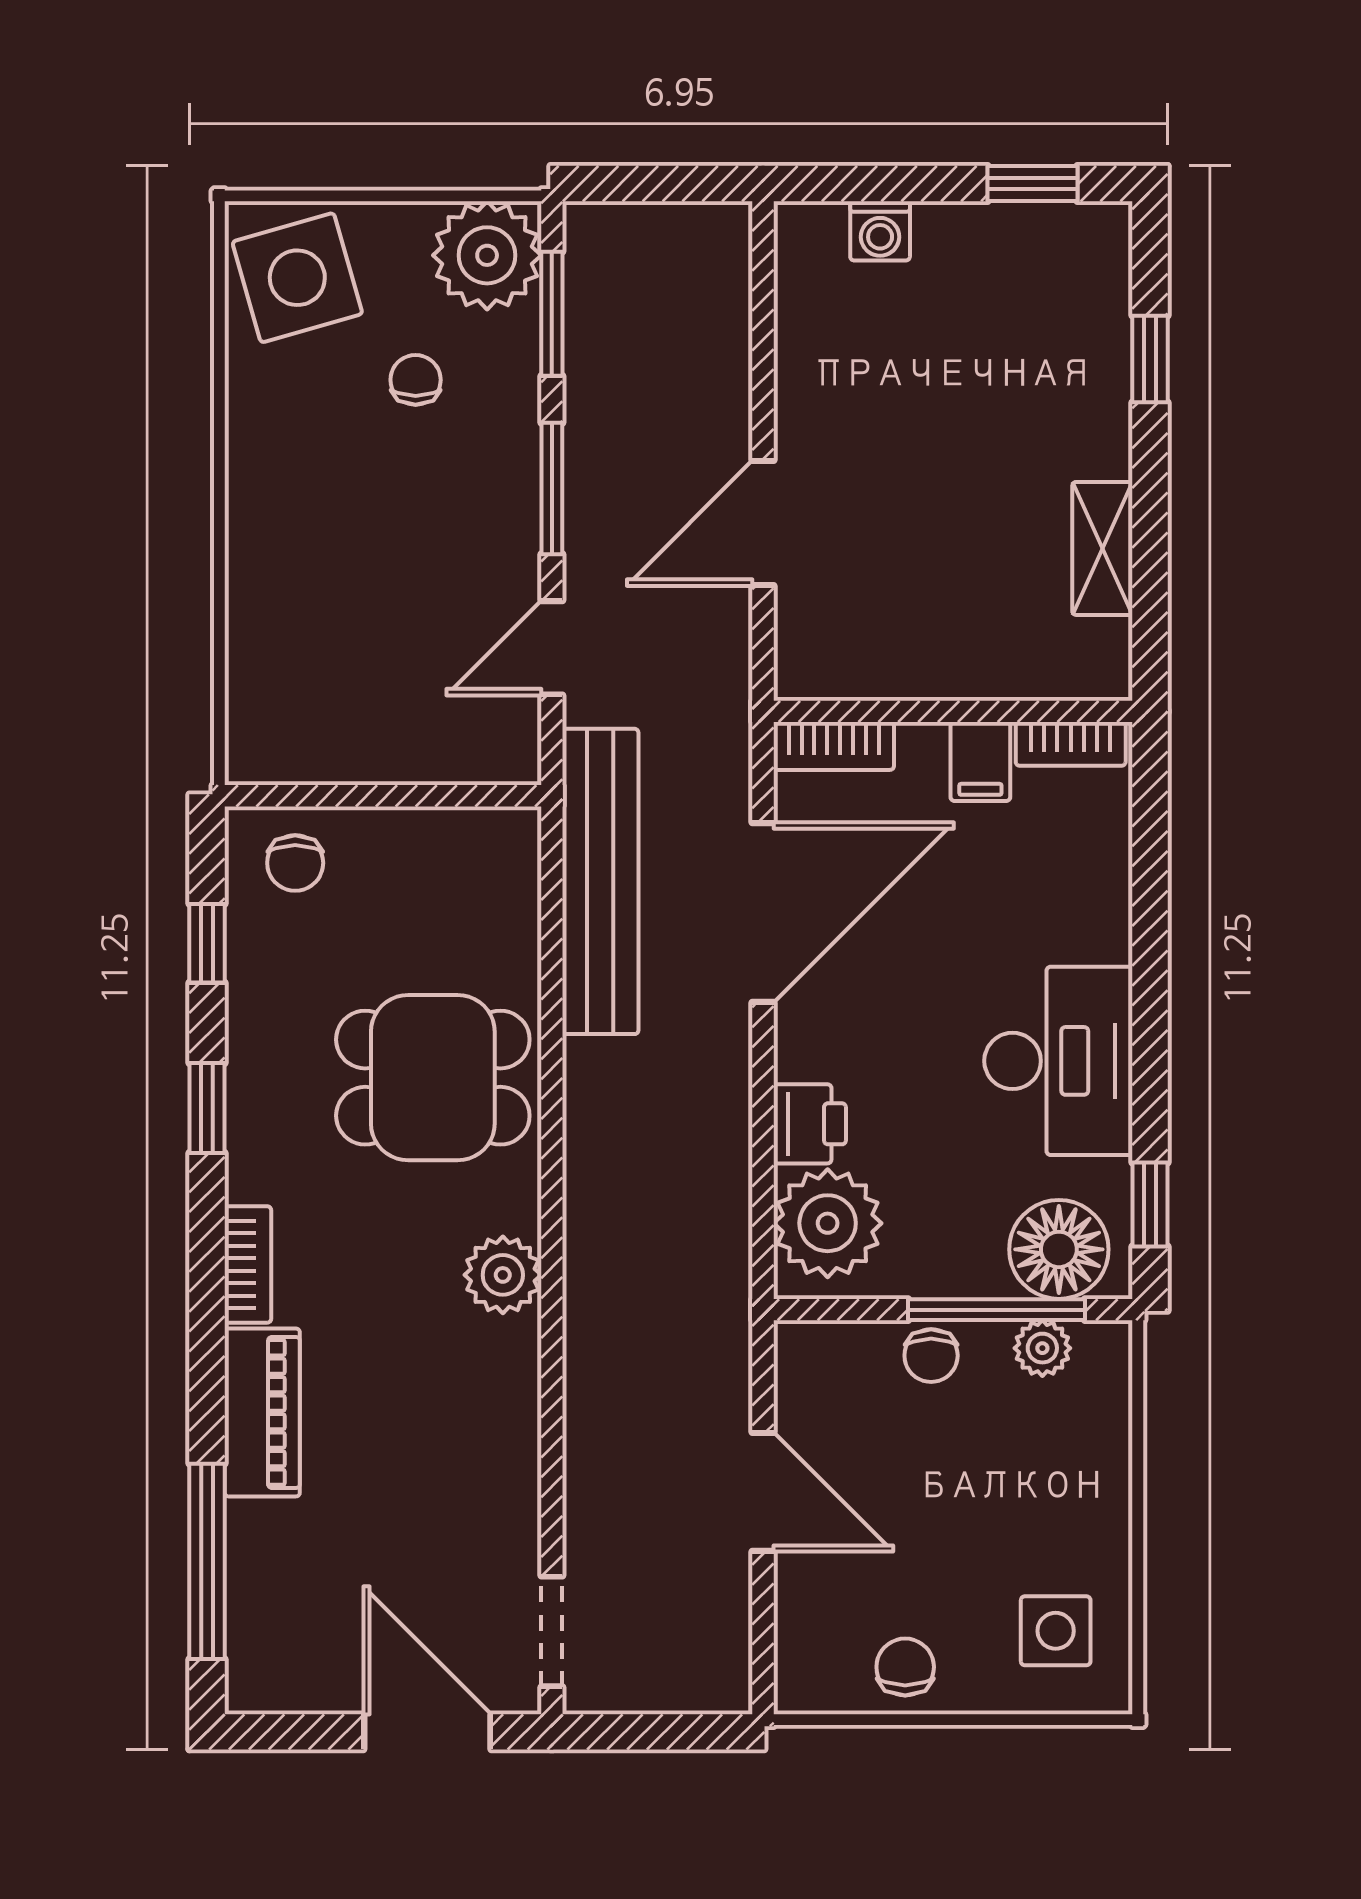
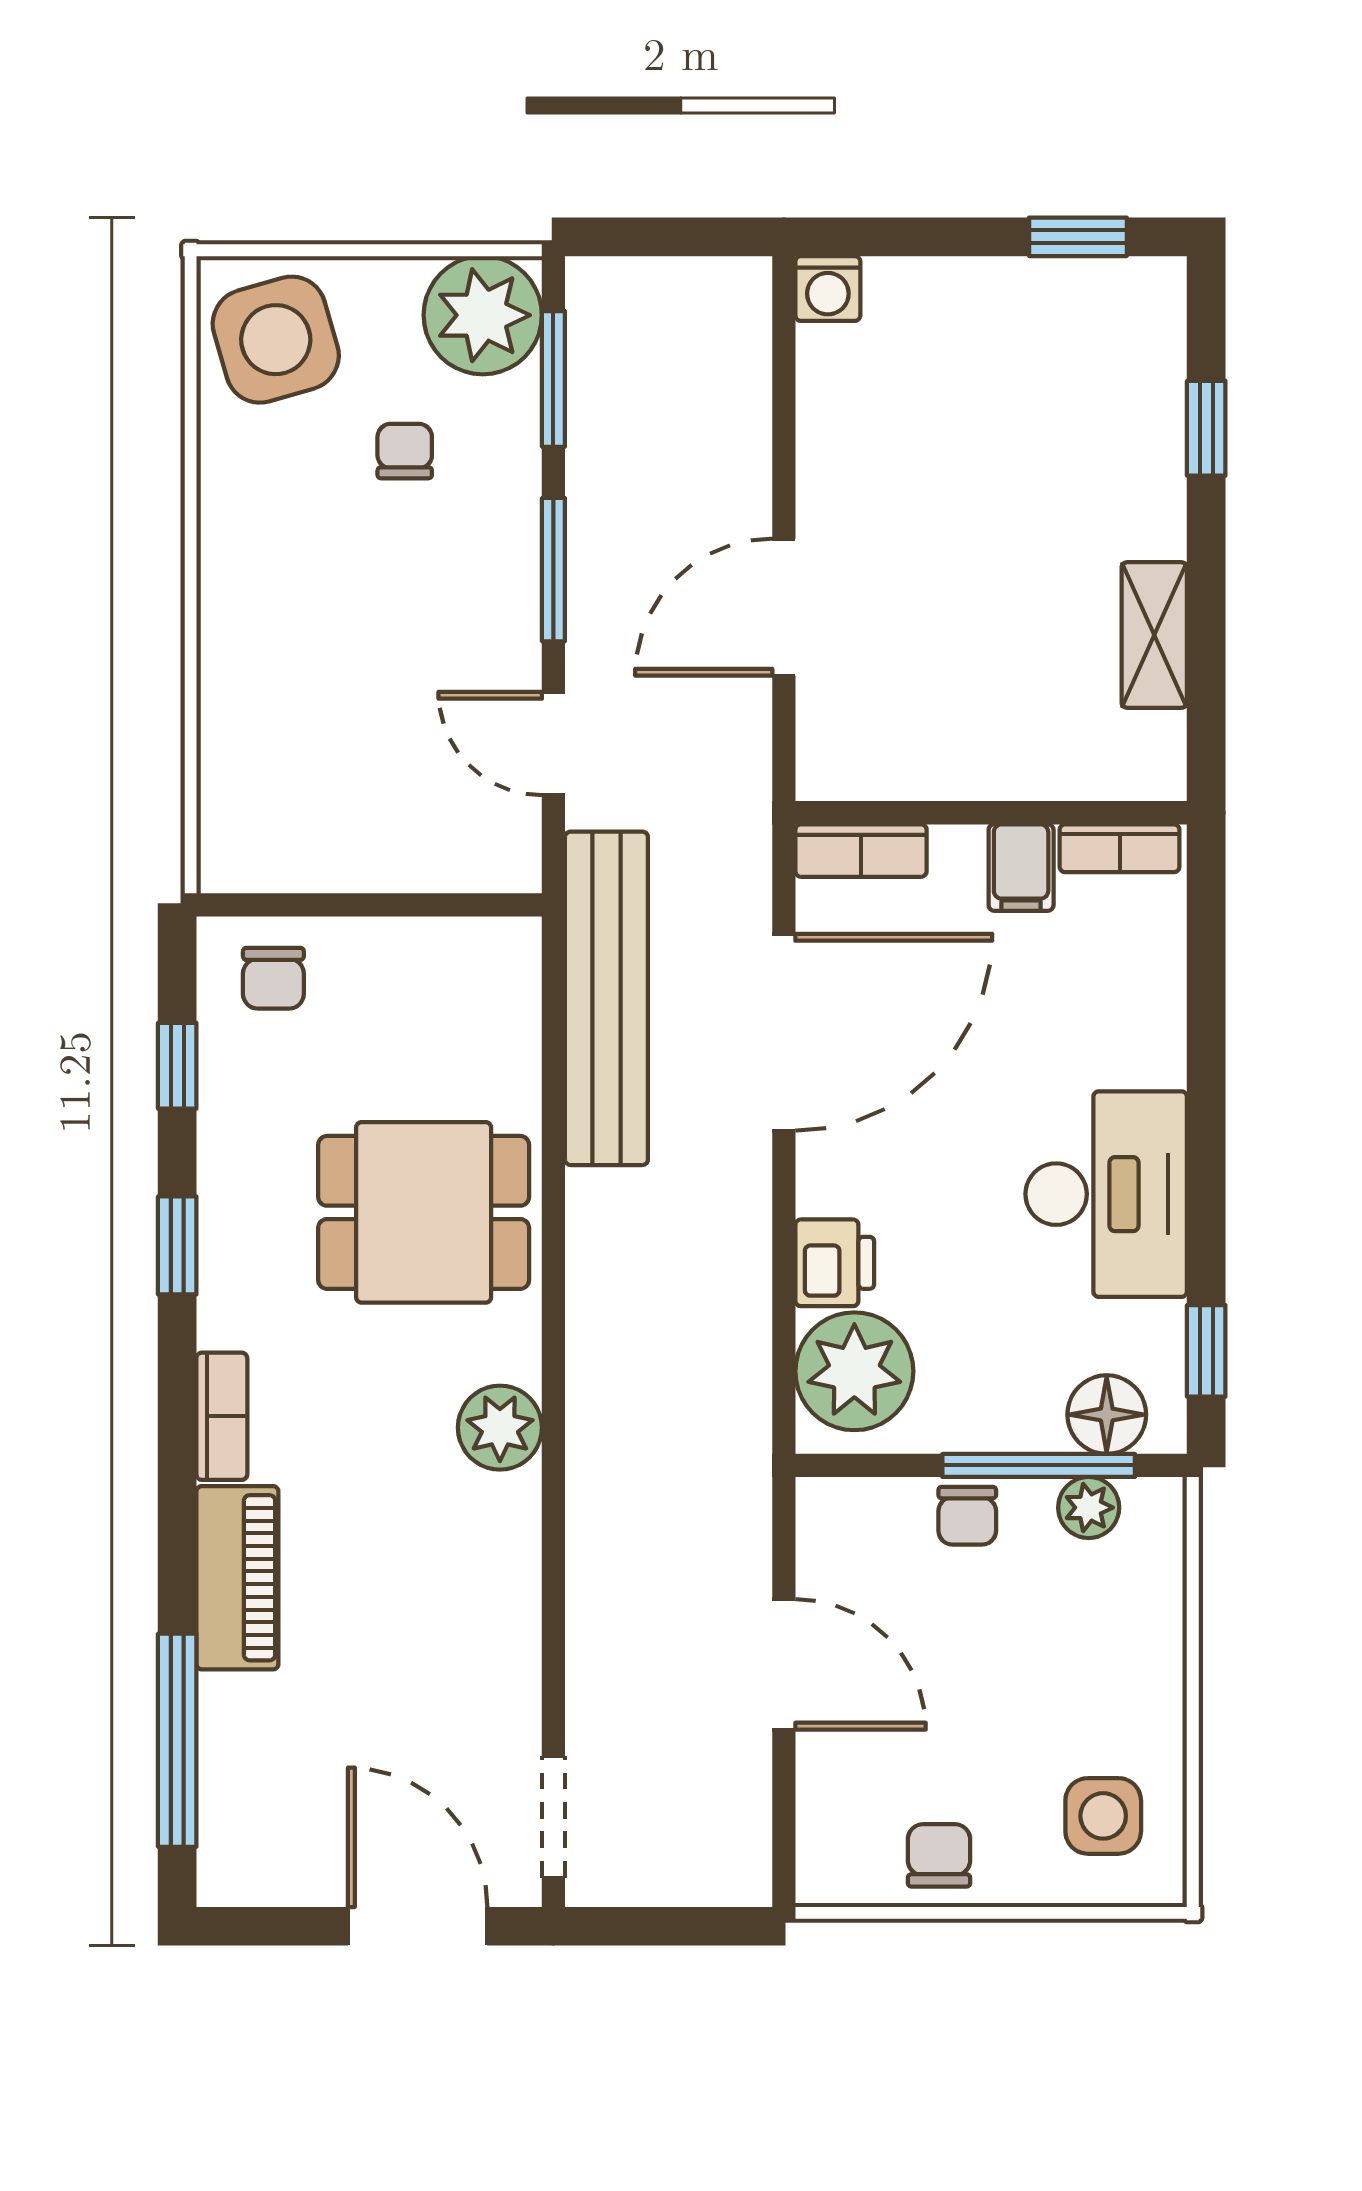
washing machine: (880, 231) -> (828, 288), moved
door: (552, 648) -> (553, 743), hinge flipped
floor lamp: (1059, 1249) -> (1107, 1415), width x0.73, depth x0.73

